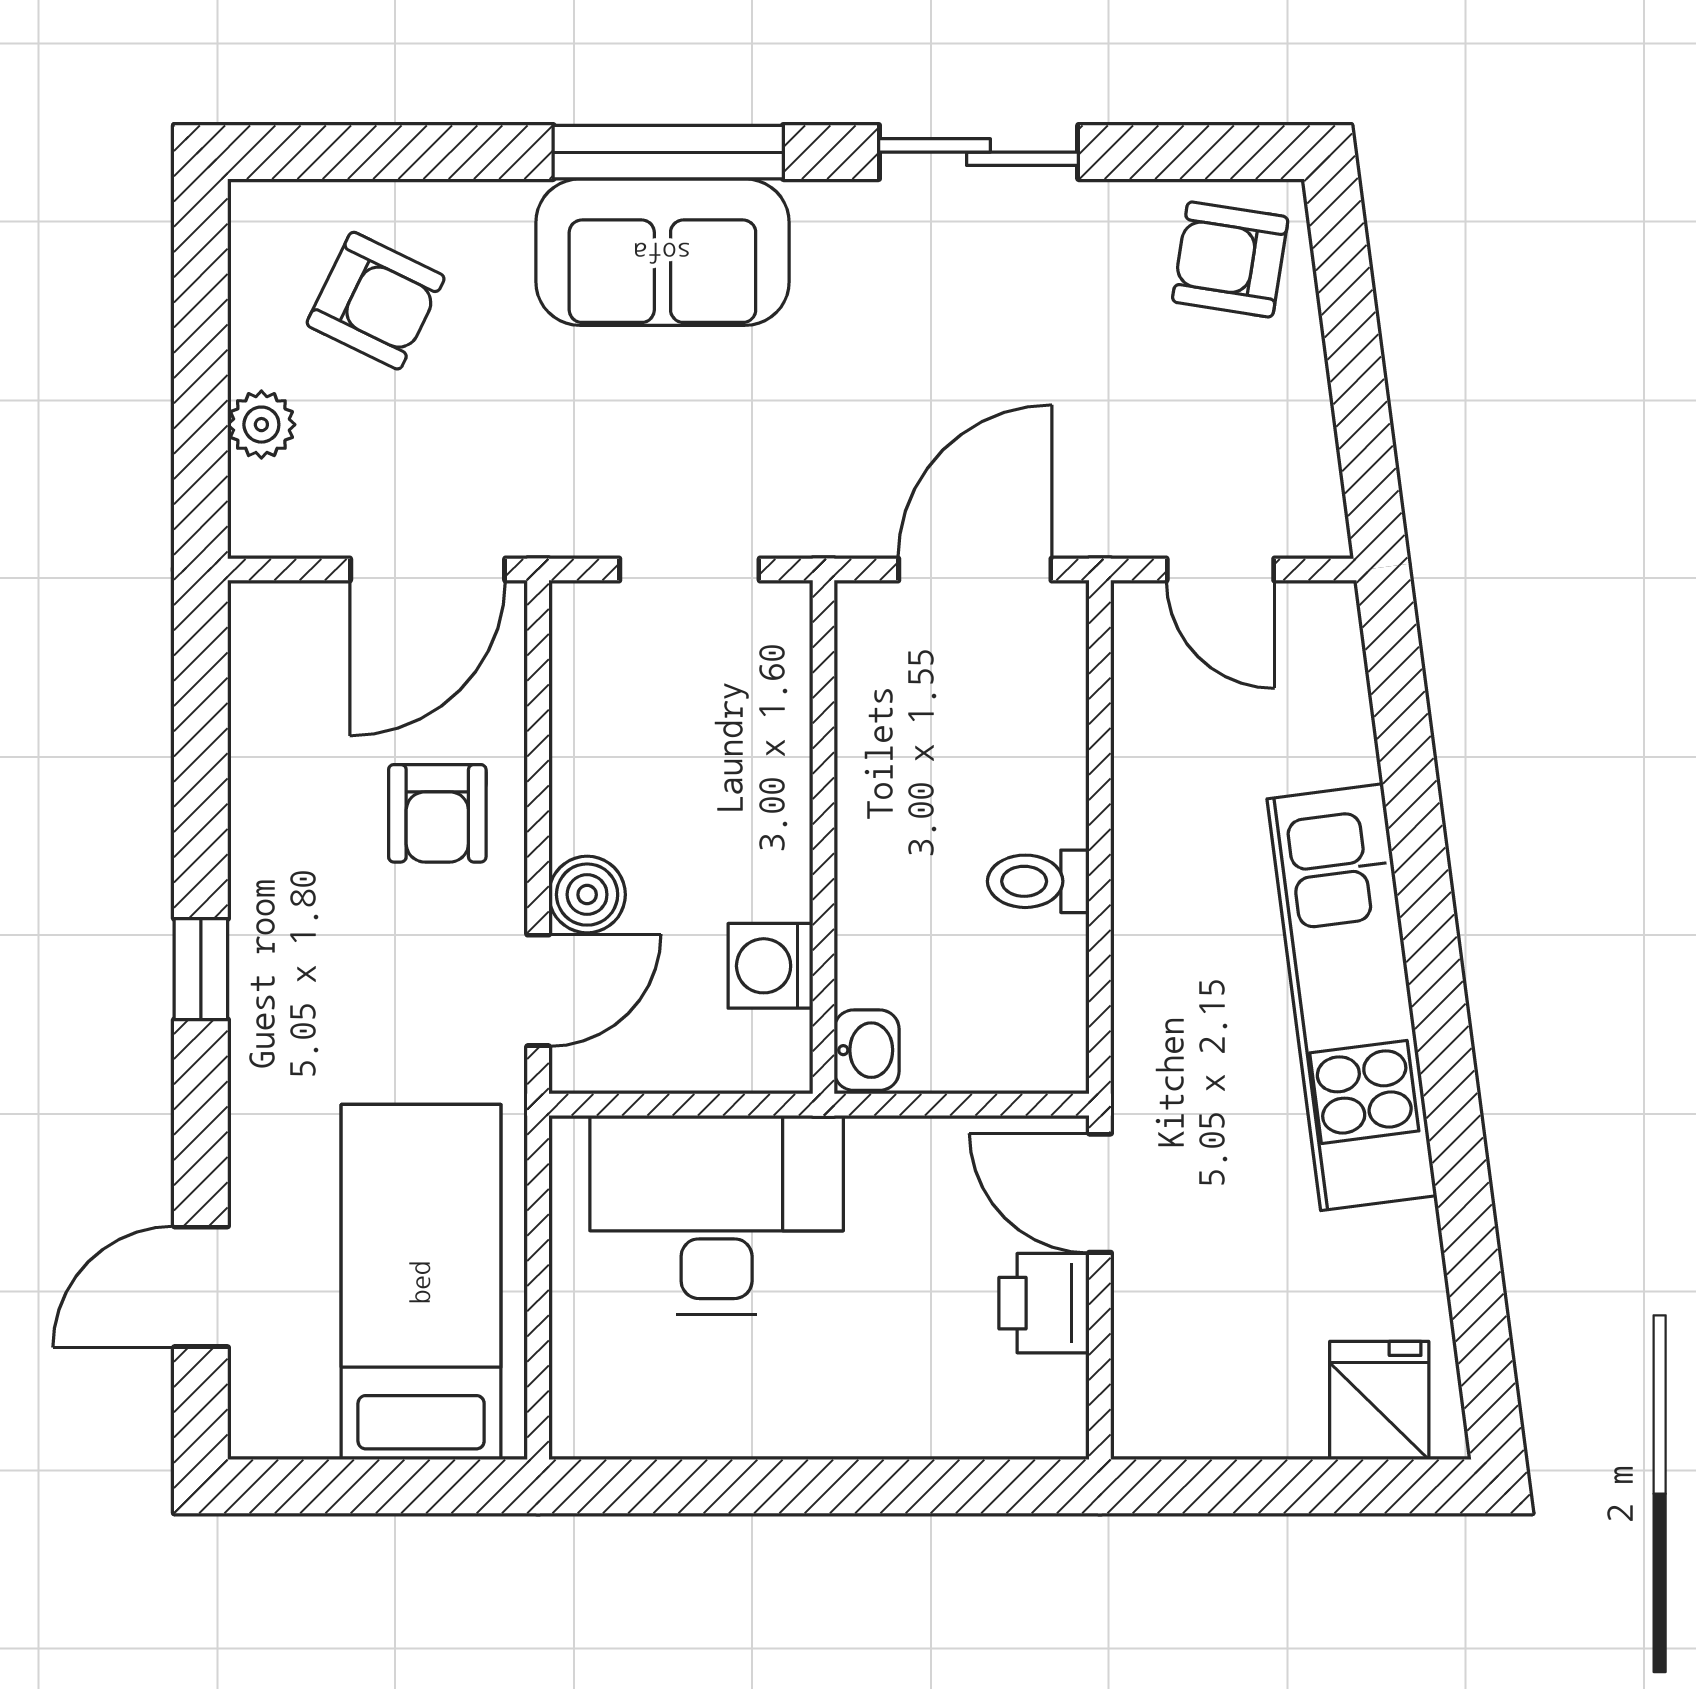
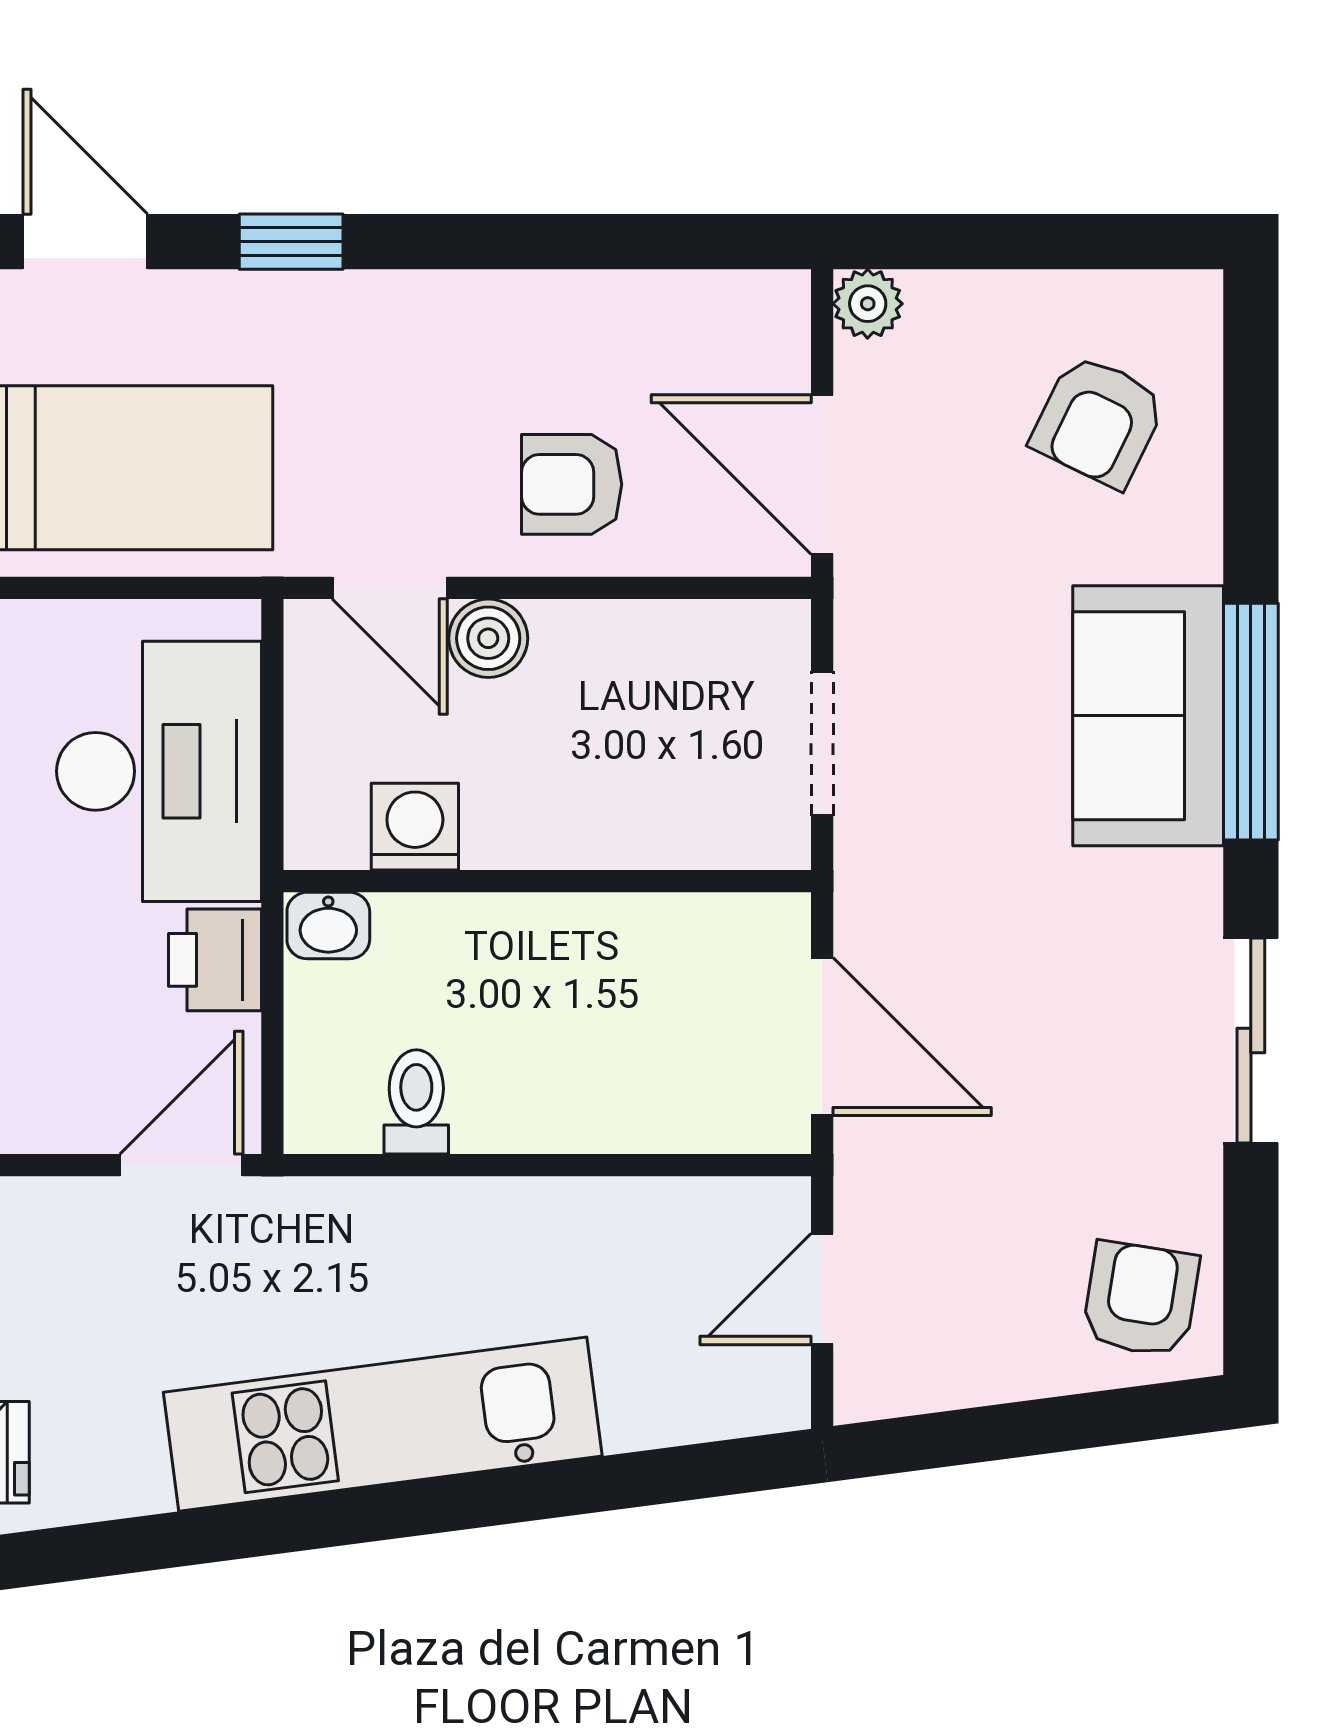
plant: (261, 425) -> (868, 304), moved
toilet: (1038, 881) -> (416, 1102), moved
window: (201, 969) -> (291, 242), moved
printer: (1044, 1303) -> (215, 960), moved, turned -90

